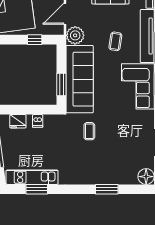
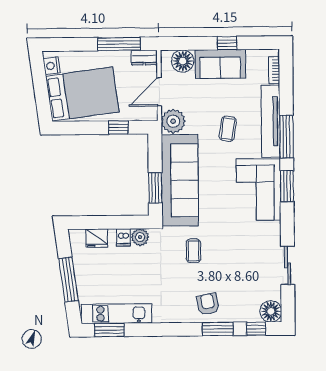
plant: (50, 121) -> (140, 237), added
armchair: (100, 171) -> (208, 304), added
window: (37, 189) -> (109, 330), moved
window: (135, 189) -> (256, 329), added

